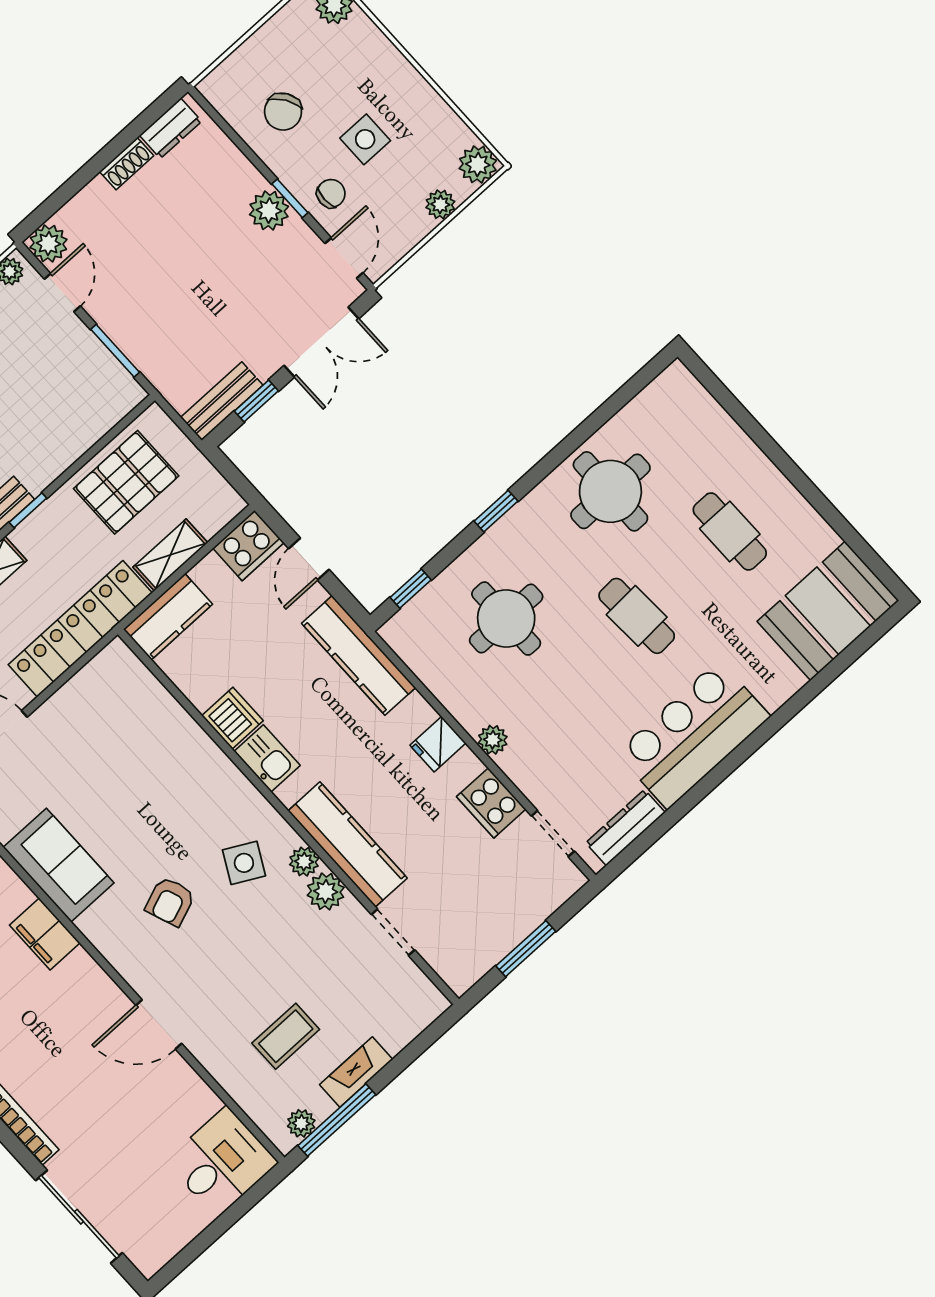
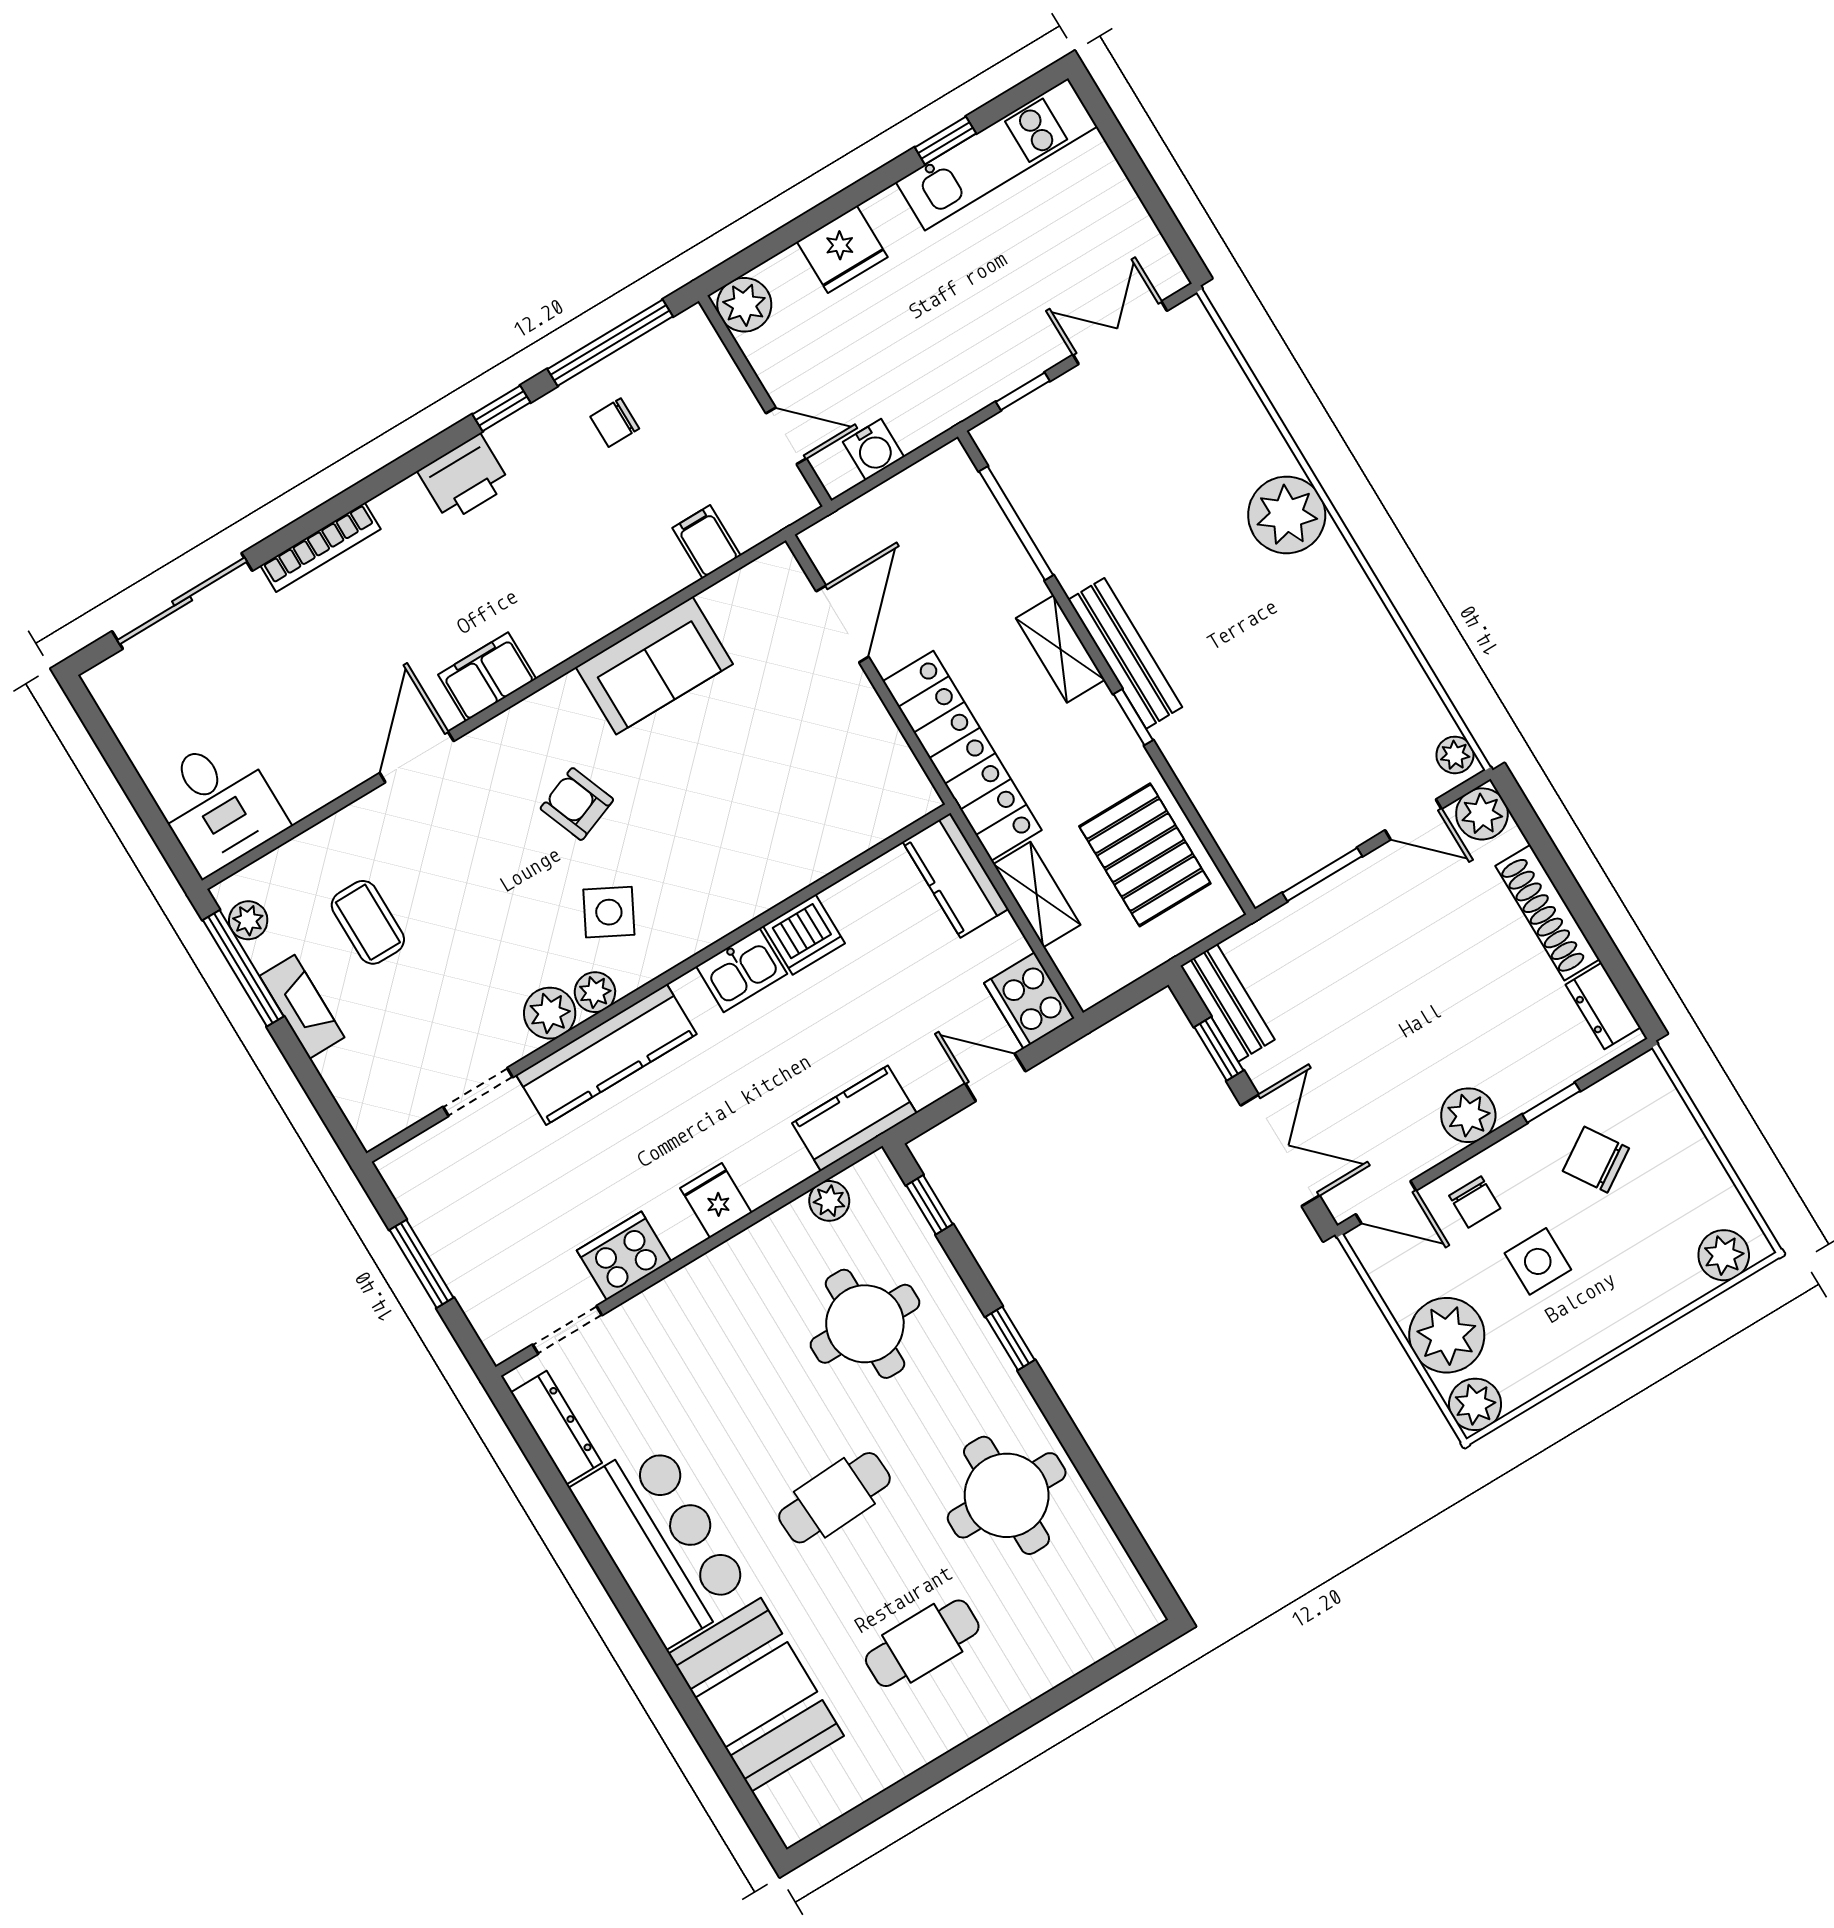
shoe rack: (127, 164) -> (1547, 913), width x1.94, depth x1.24
window: (290, 198) -> (1551, 1103), moved
plant: (440, 204) -> (1447, 1335), width x1.88, depth x1.88
double door: (321, 342) -> (1280, 1150), swing flipped
booth: (828, 611) -> (756, 1695), moved
kitchen counter: (359, 655) -> (854, 1118), width x0.67
plant: (493, 740) -> (829, 1201), moved
filing cabinet: (45, 934) -> (487, 677), moved

